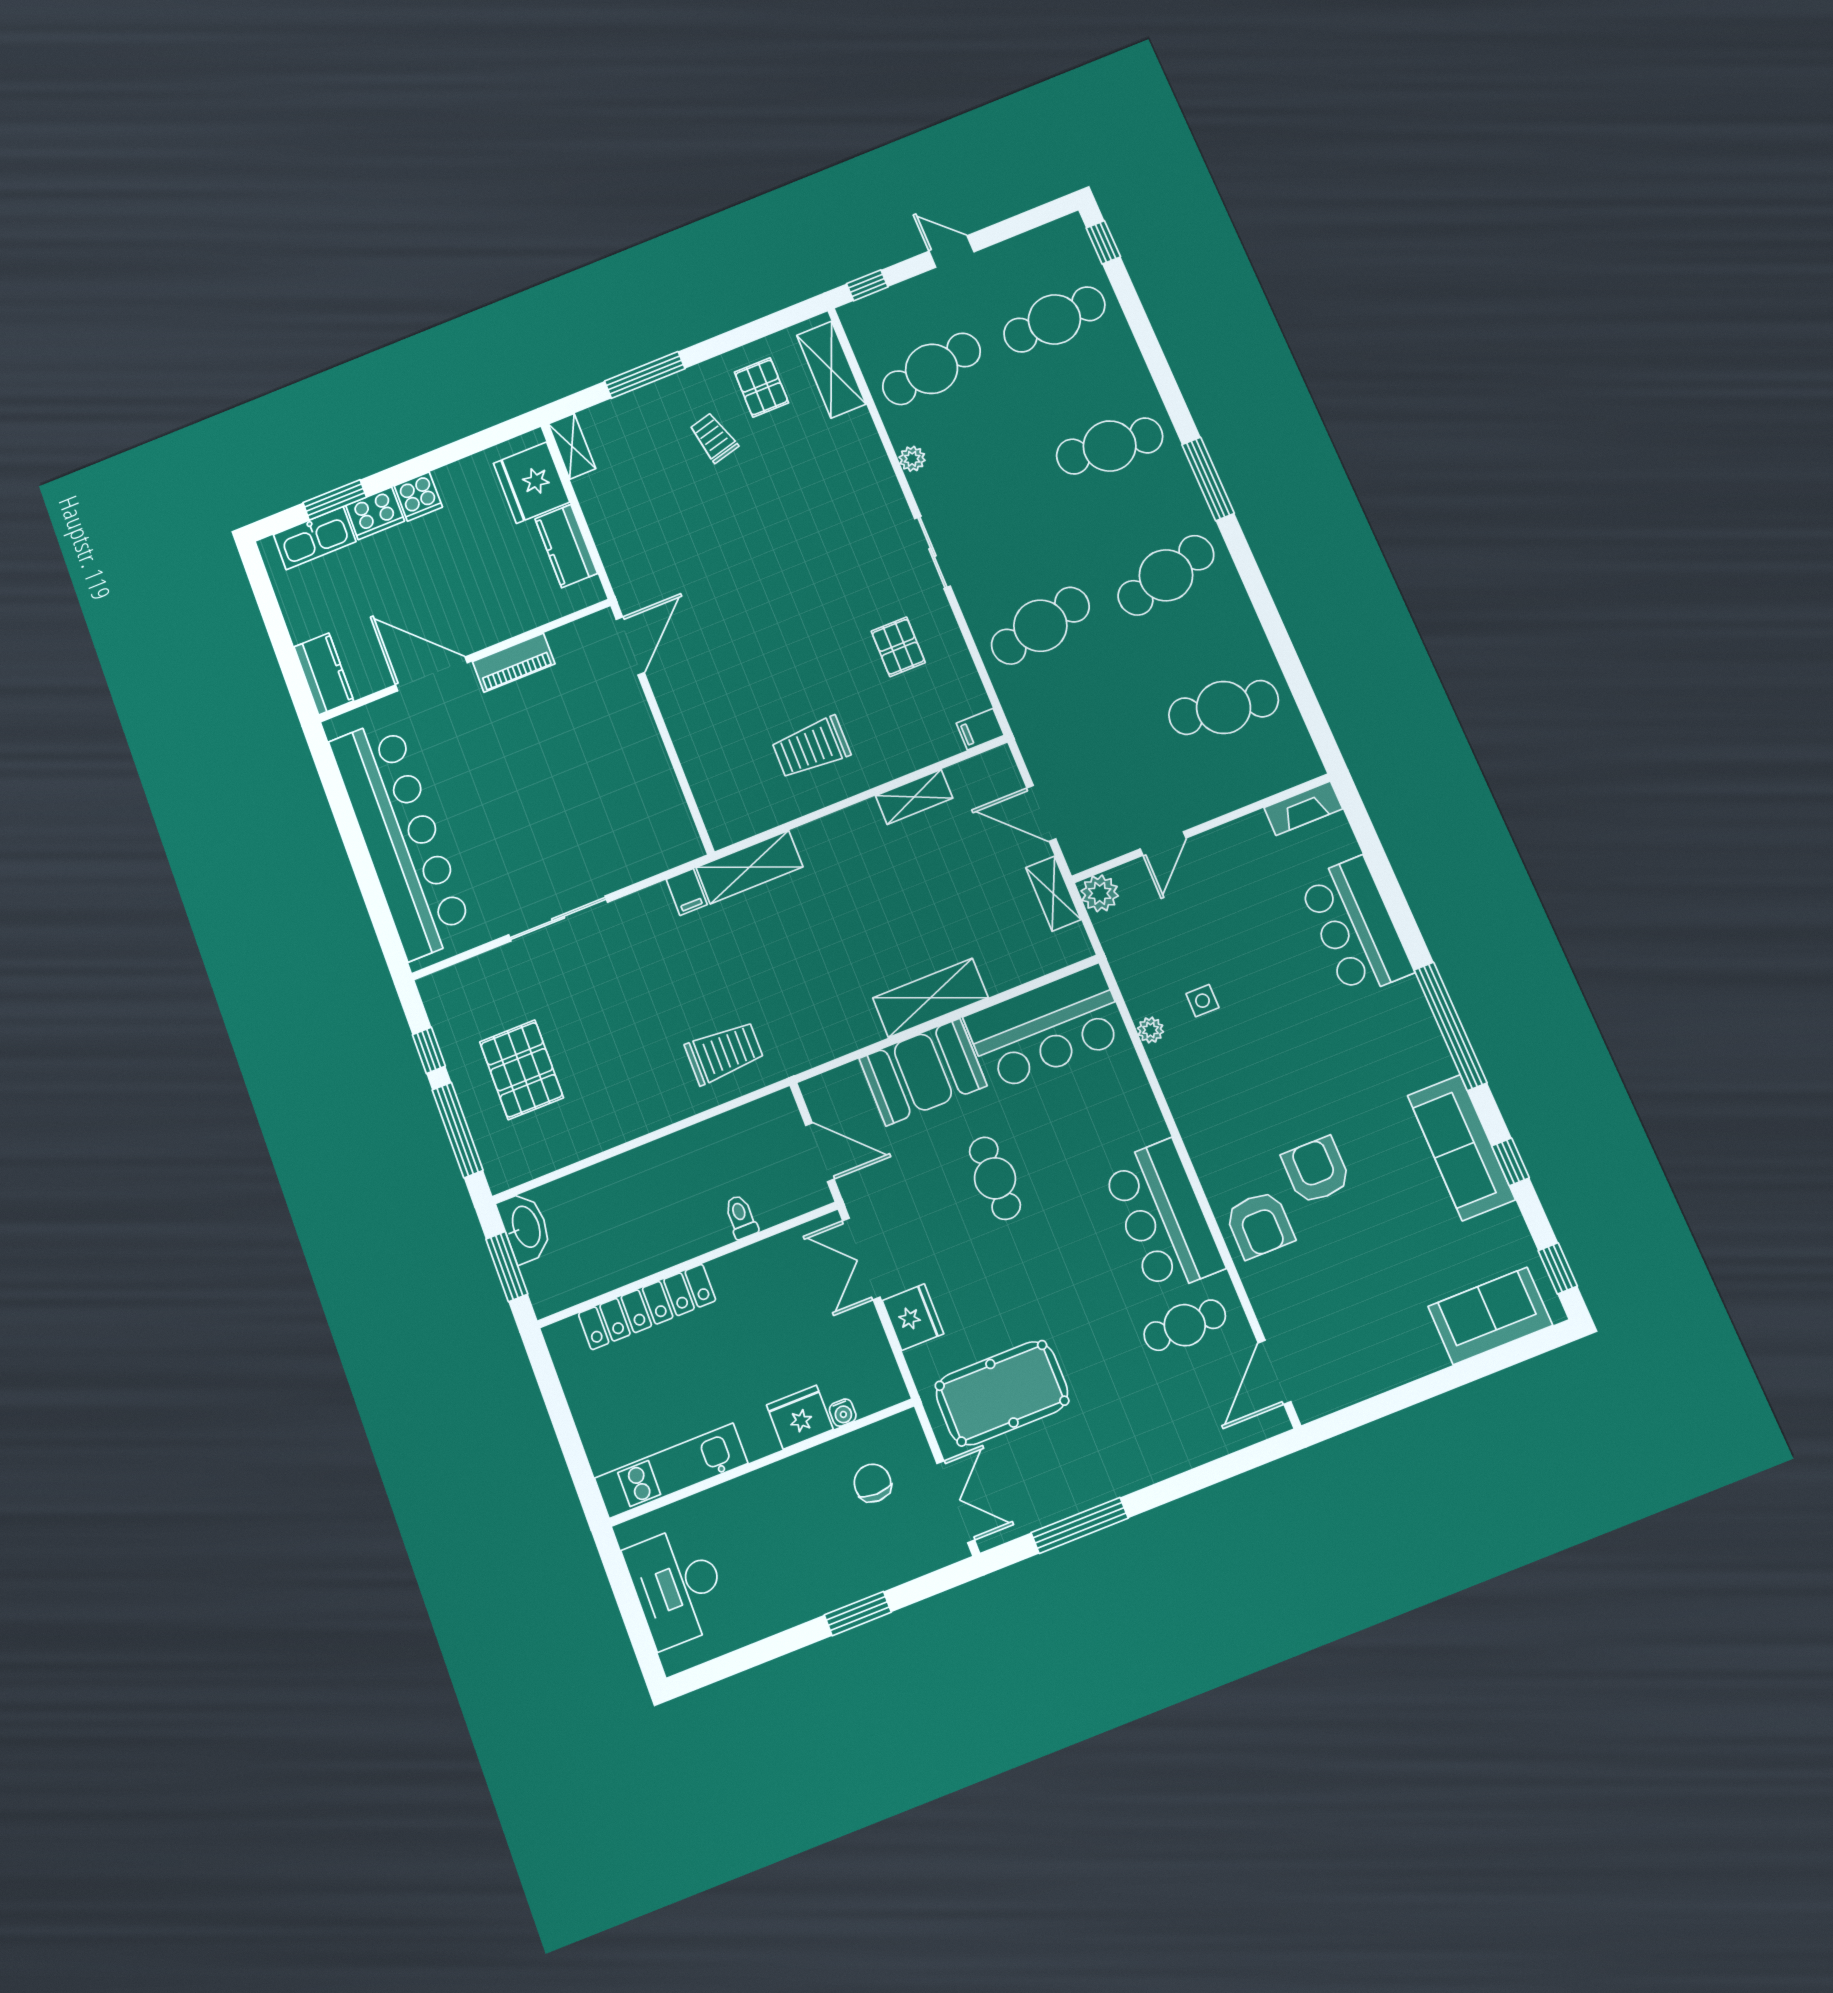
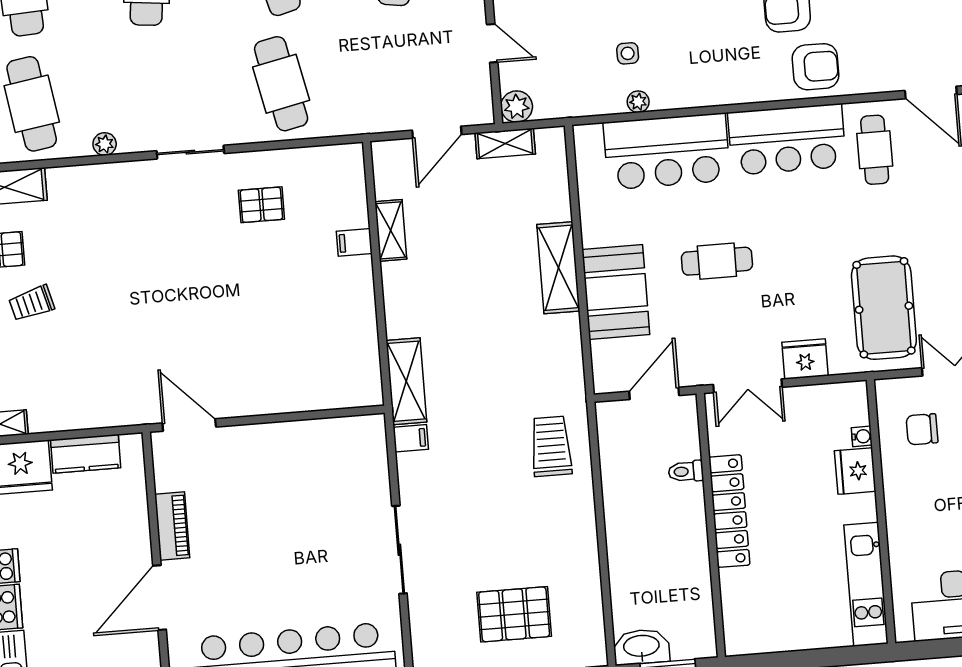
filing cabinet: (980, 729) -> (354, 242), moved, turned 90
trolley: (811, 747) -> (323, 302), removed
bar counter: (1046, 1028) -> (667, 151), moved, turned 90
locker: (647, 1307) -> (729, 511), moved

